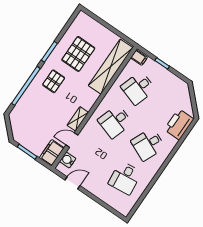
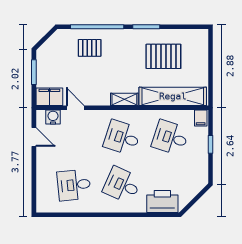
pallet: (54, 81) -> (90, 48), moved
shelving: (78, 119) -> (124, 99), moved

